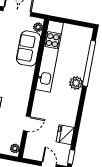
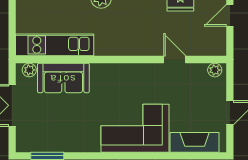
kitchen unit: (49, 56) -> (55, 45), width x0.73

